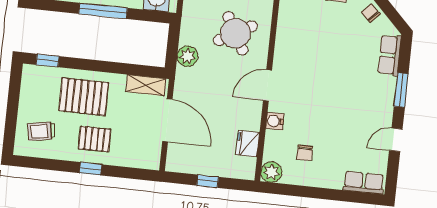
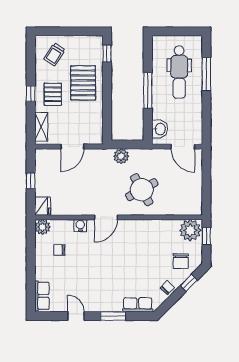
shelving: (146, 85) -> (41, 127), moved
door: (267, 85) -> (106, 217), swing flipped
door: (167, 120) -> (72, 146), width x0.73
trolley: (41, 131) -> (54, 54), turned -137
fridge: (248, 144) -> (43, 206), moved, turned 90

